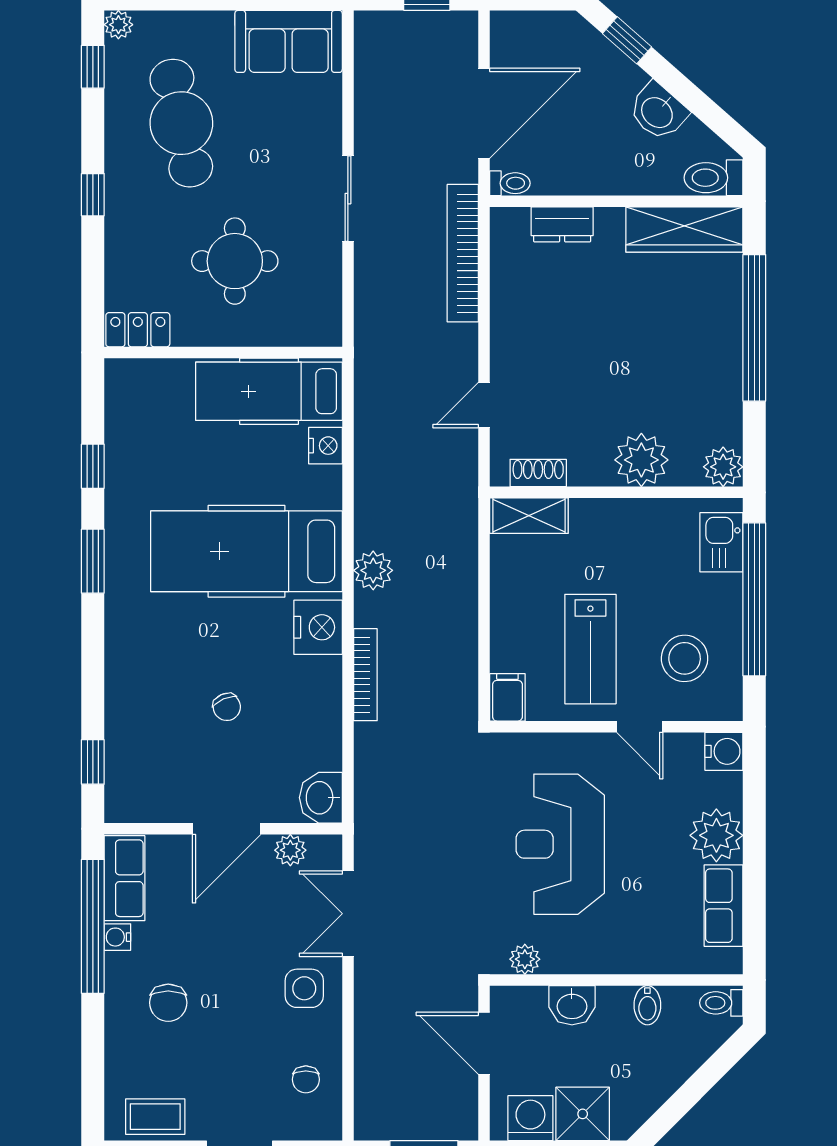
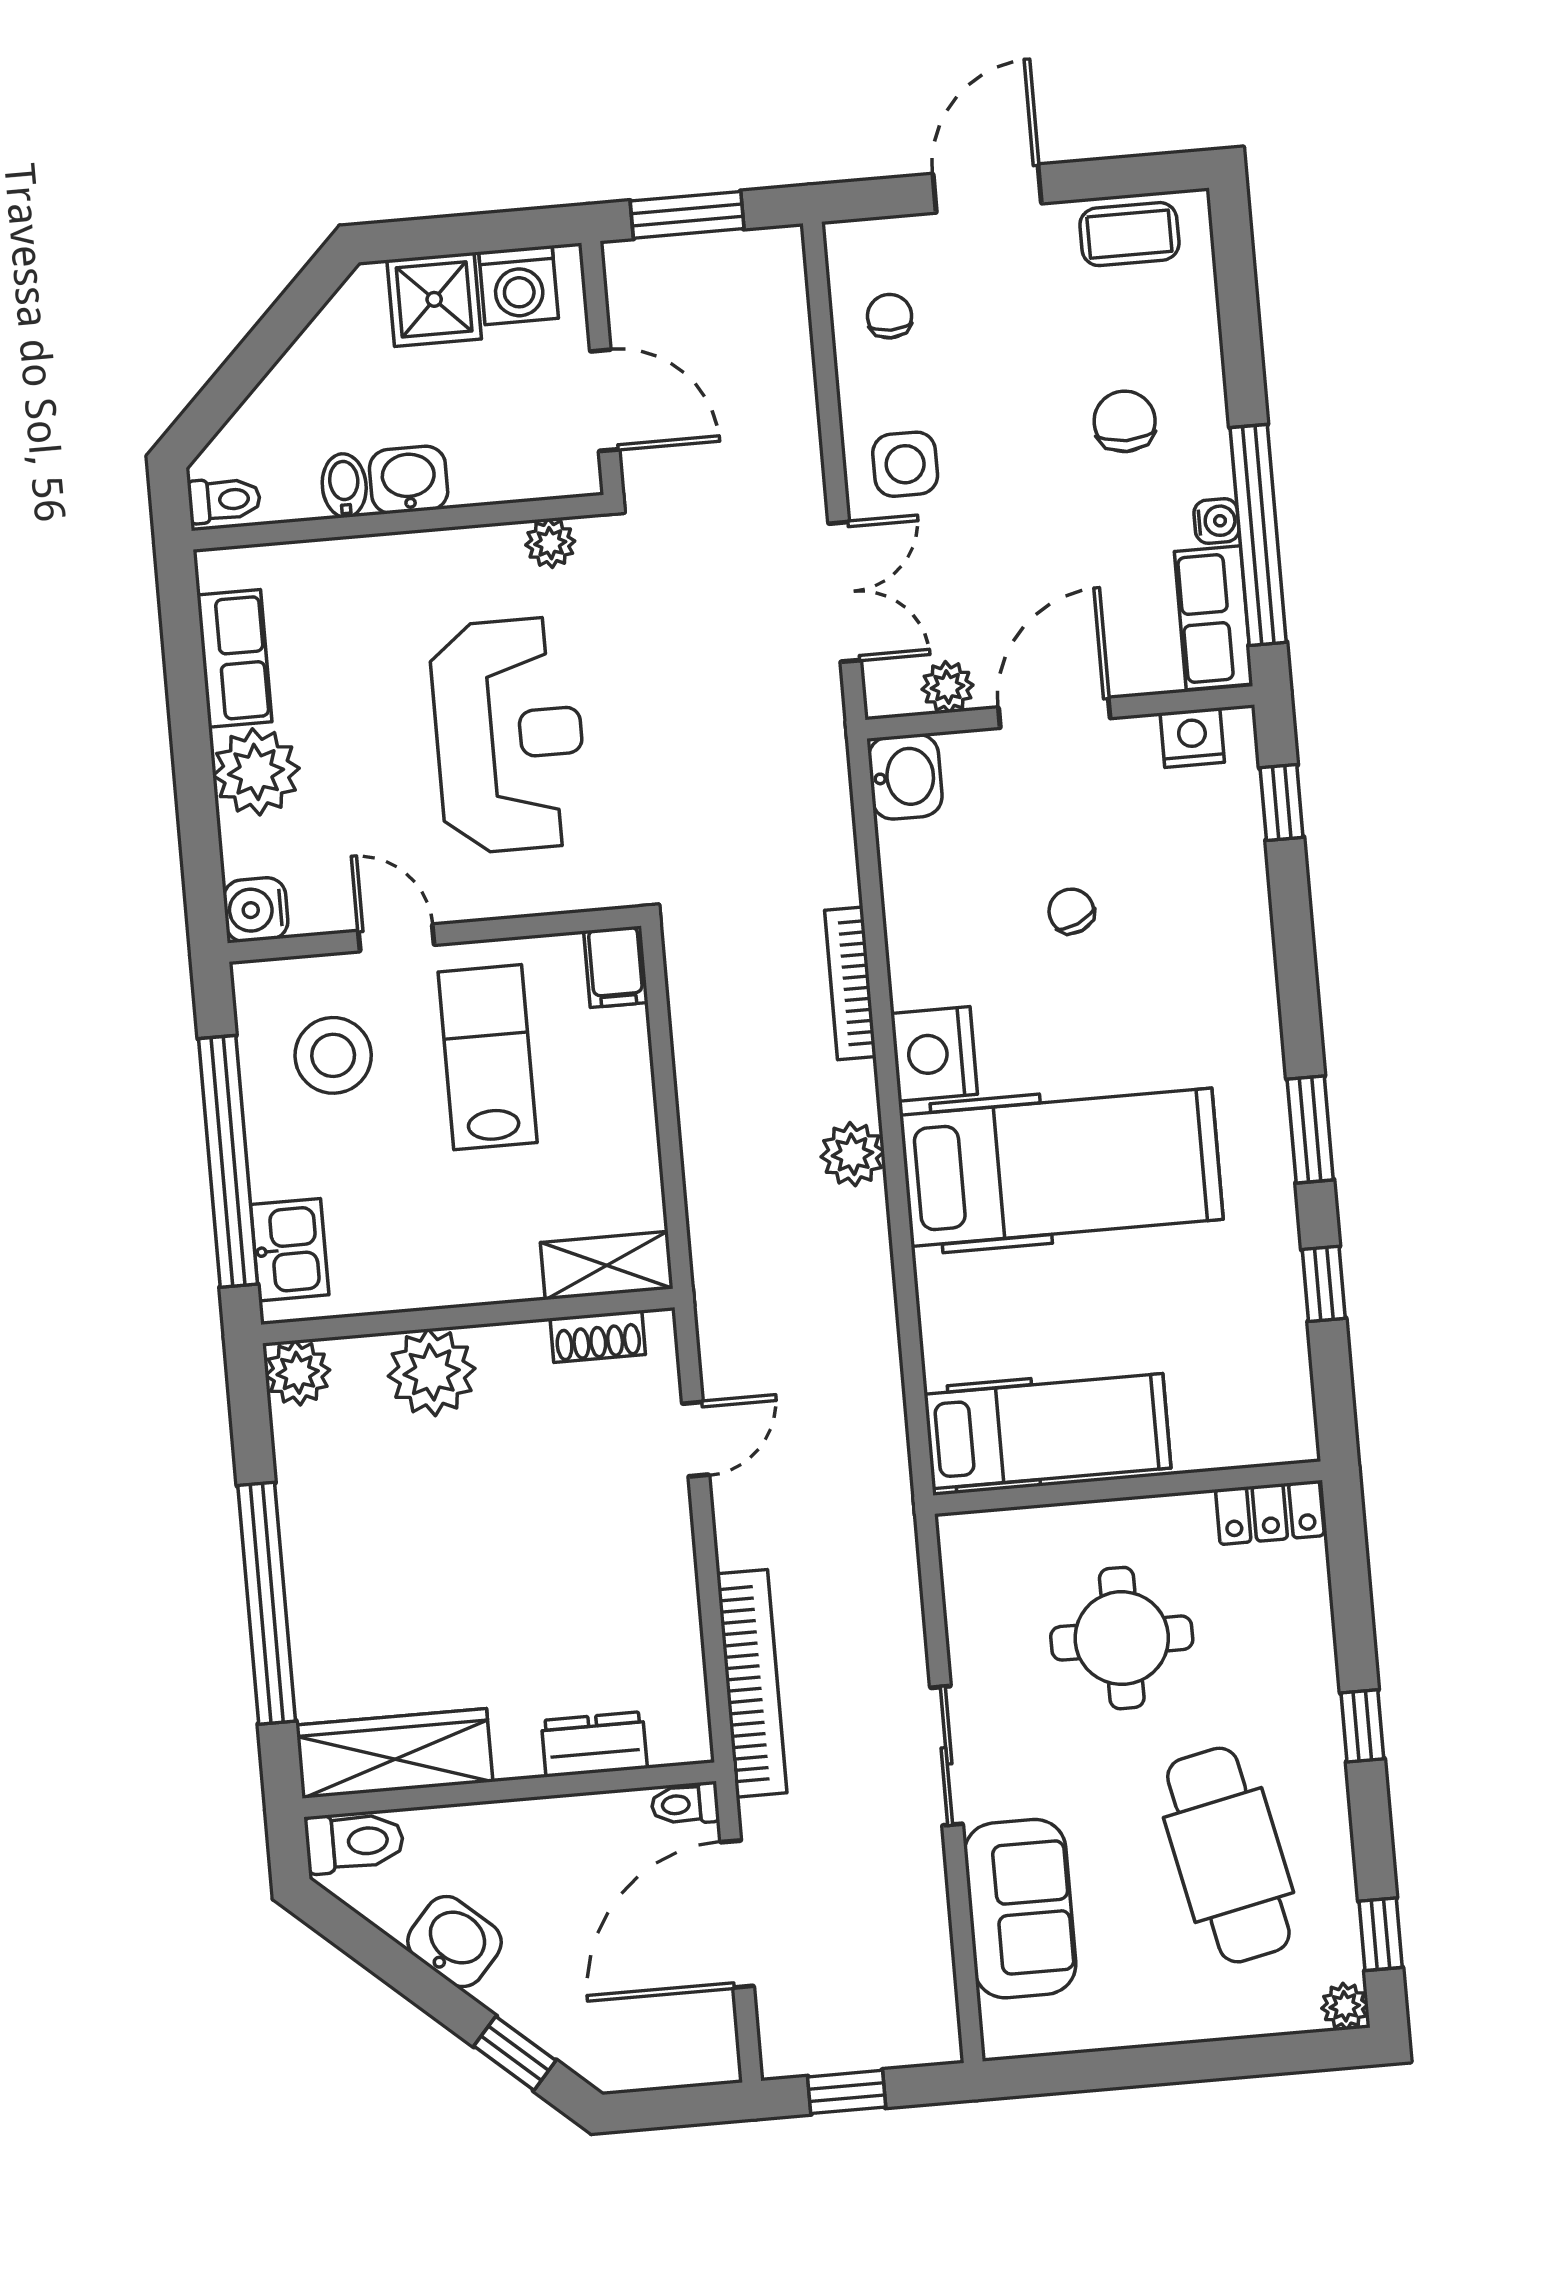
sofa: (289, 41) -> (1020, 1909), moved, turned 90
nightstand: (325, 446) -> (1192, 738), moved, turned 90
washbasin: (572, 1005) -> (409, 480), moved

